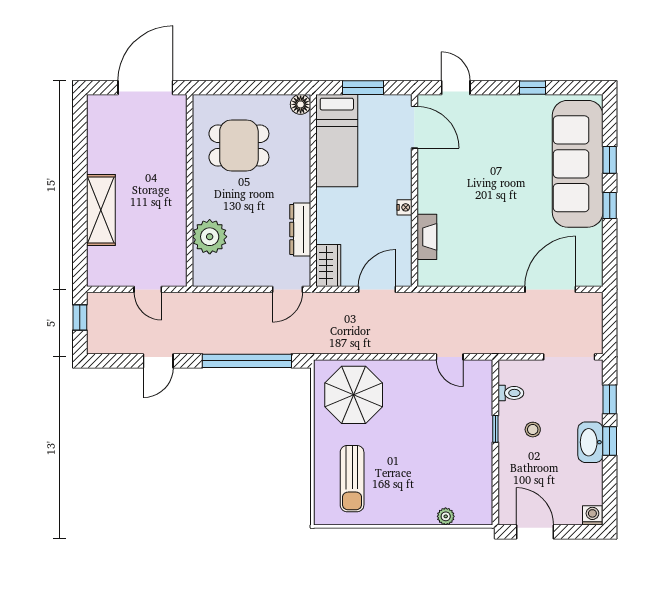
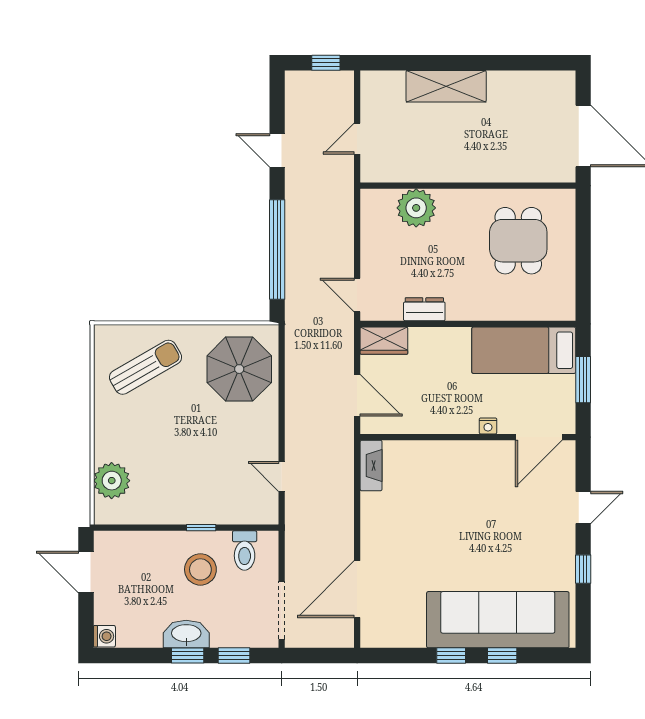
door: (456, 88) -> (583, 508), moved
floor lamp: (301, 104) -> (564, 310), removed
nightstand: (404, 207) -> (488, 426), moved
dresser: (300, 229) -> (424, 309), width x0.70
fireplace: (427, 237) -> (371, 466), moved, turned -90
door: (550, 289) -> (357, 589), swing flipped
door: (450, 357) -> (282, 477), hinge flipped
toilet: (511, 393) -> (245, 550), width x1.37, depth x1.39
stool: (533, 430) -> (200, 569), width x1.89, depth x1.89
sun lounger: (352, 479) -> (145, 367), turned 150
plant: (446, 516) -> (112, 481), width x1.88, depth x1.88
door: (535, 532) -> (86, 572), swing flipped

